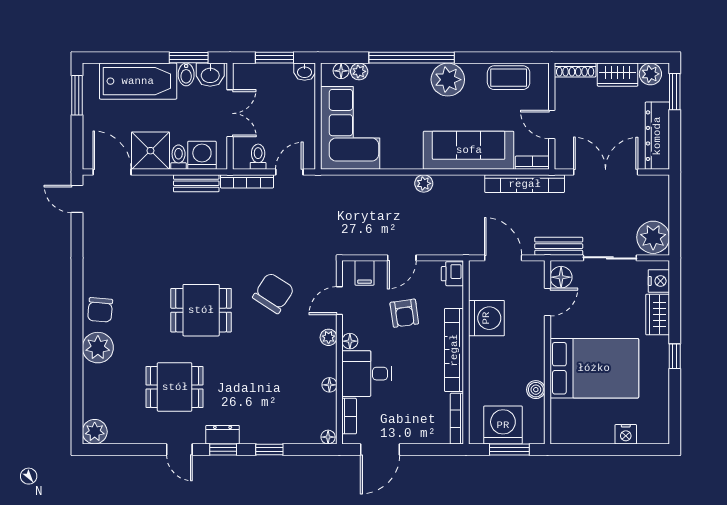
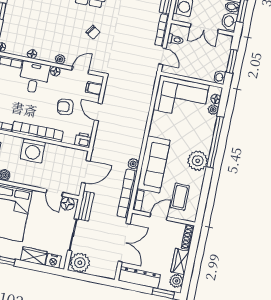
coffee table: (509, 78) -> (180, 197), moved
plant: (424, 183) -> (133, 164), moved
chair: (273, 293) -> (93, 32), width x0.54, depth x0.54
door: (339, 301) -> (80, 70), hinge flipped
washing machine: (486, 318) -> (33, 151), moved

